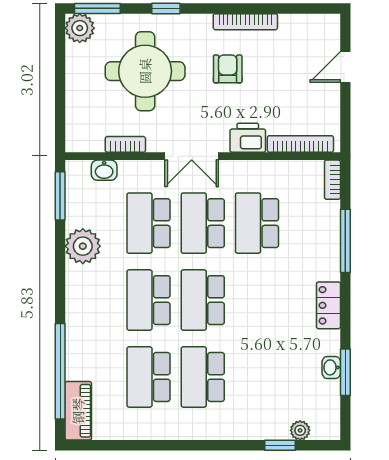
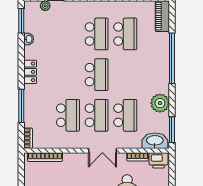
printer: (248, 138) -> (158, 160), moved
double door: (192, 156) -> (102, 151), swing flipped
washbasin: (104, 170) -> (155, 141), width x1.91, depth x1.45
school desk: (148, 300) -> (125, 75), removed
window: (60, 371) -> (172, 58), moved
window: (345, 372) -> (21, 21), moved

